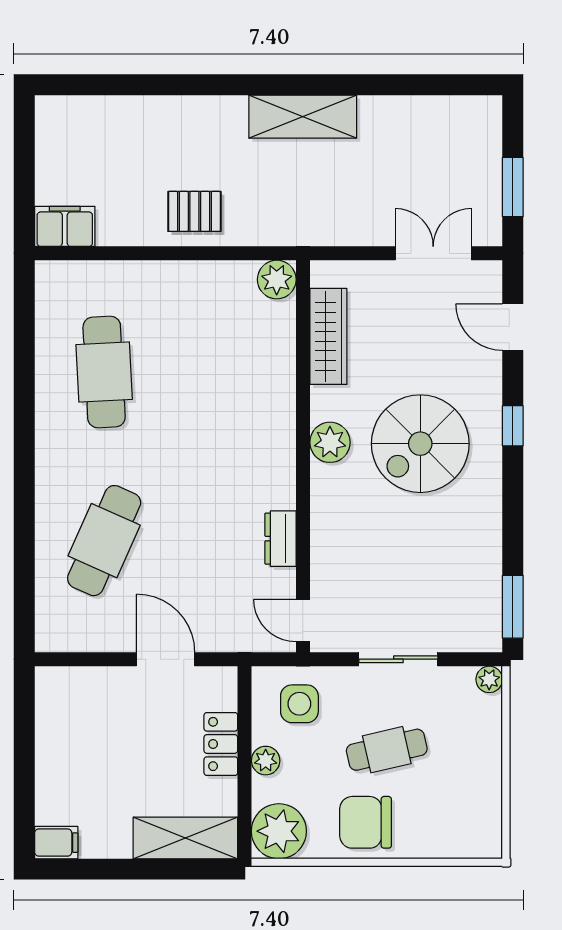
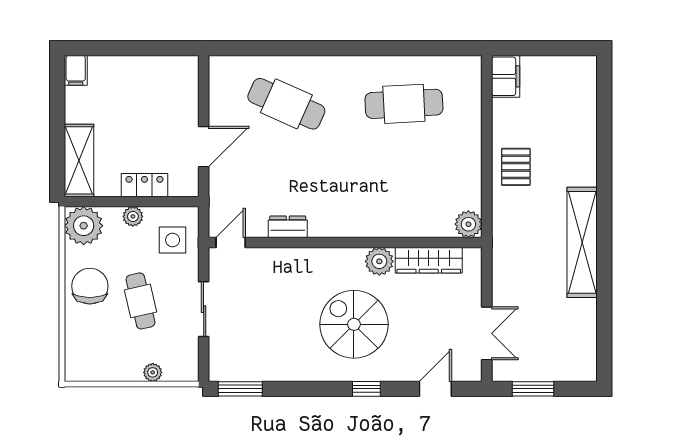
shelving: (303, 117) -> (582, 242), width x1.47
plant: (330, 442) -> (379, 261), moved
plant: (489, 679) -> (153, 372), moved

